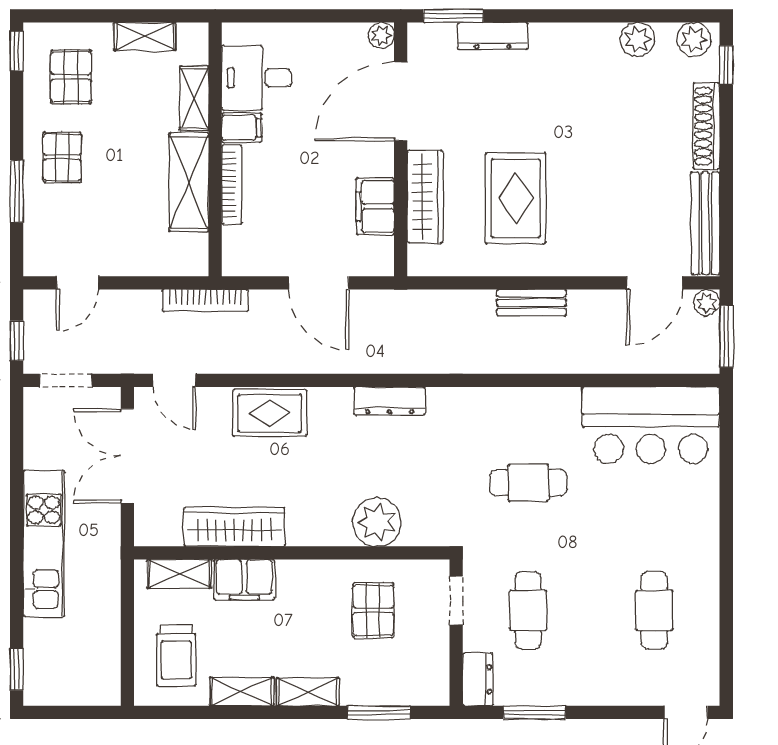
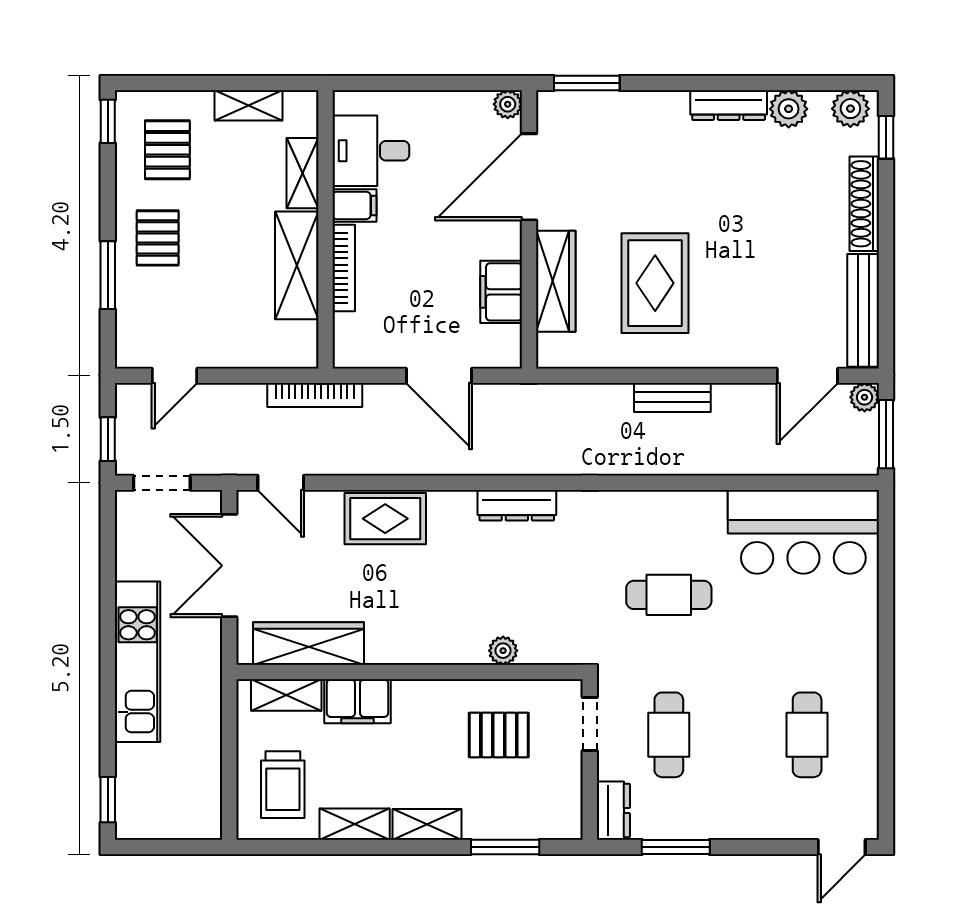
dresser: (493, 36) -> (729, 105), moved
plant: (377, 522) -> (503, 651), width x0.53, depth x0.53
wardrobe: (234, 527) -> (309, 643), moved
pallet: (373, 610) -> (499, 735), turned 90

